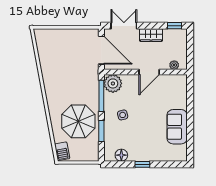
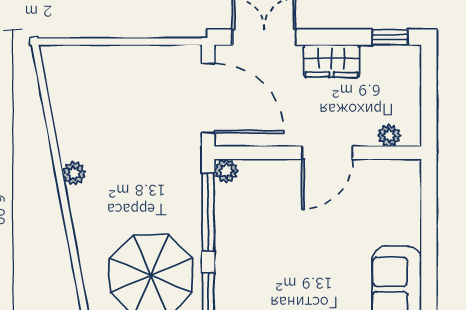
plant: (47, 80) -> (74, 173), added
plant: (113, 83) -> (226, 171), width x0.53, depth x0.53
side table: (123, 115) -> (261, 260), removed

